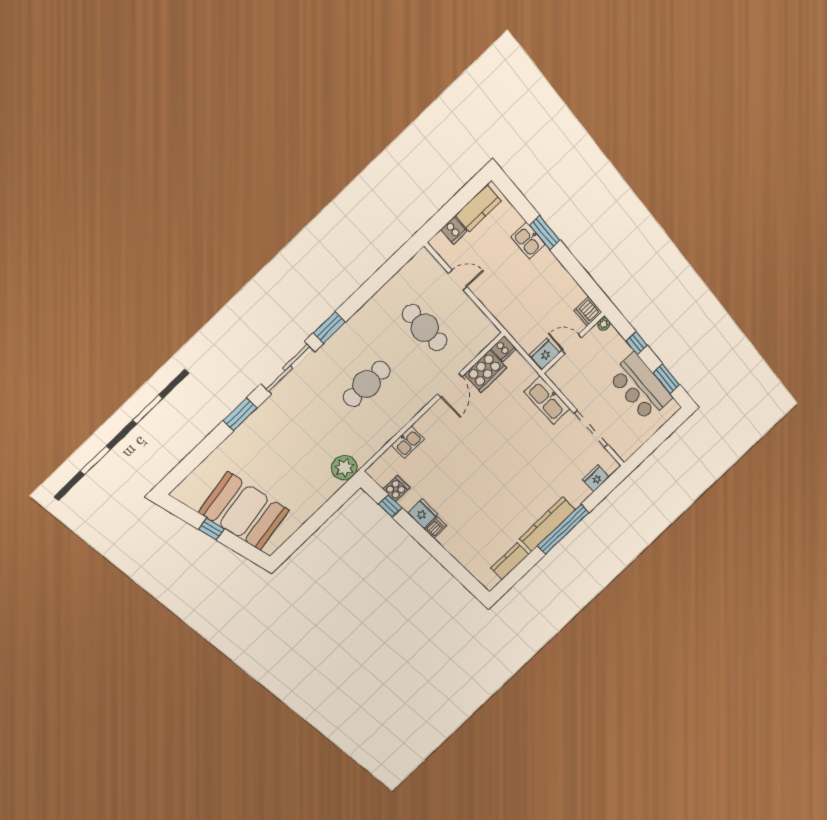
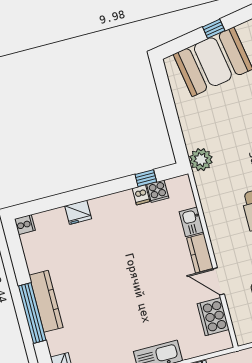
cooker: (503, 349) -> (25, 225), moved, turned 180
fridge: (423, 514) -> (78, 212), moved
dishwasher: (435, 528) -> (141, 195), moved
kitchen counter: (510, 561) -> (200, 253), moved, turned 180

